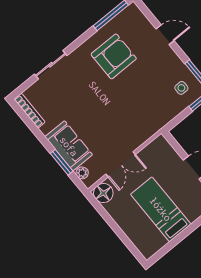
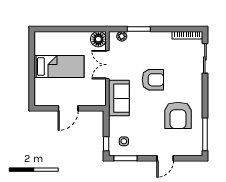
sliding door: (51, 65) -> (205, 58), moved
armchair: (99, 109) -> (153, 80), added
sofa: (69, 146) -> (119, 98), moved, turned -90

